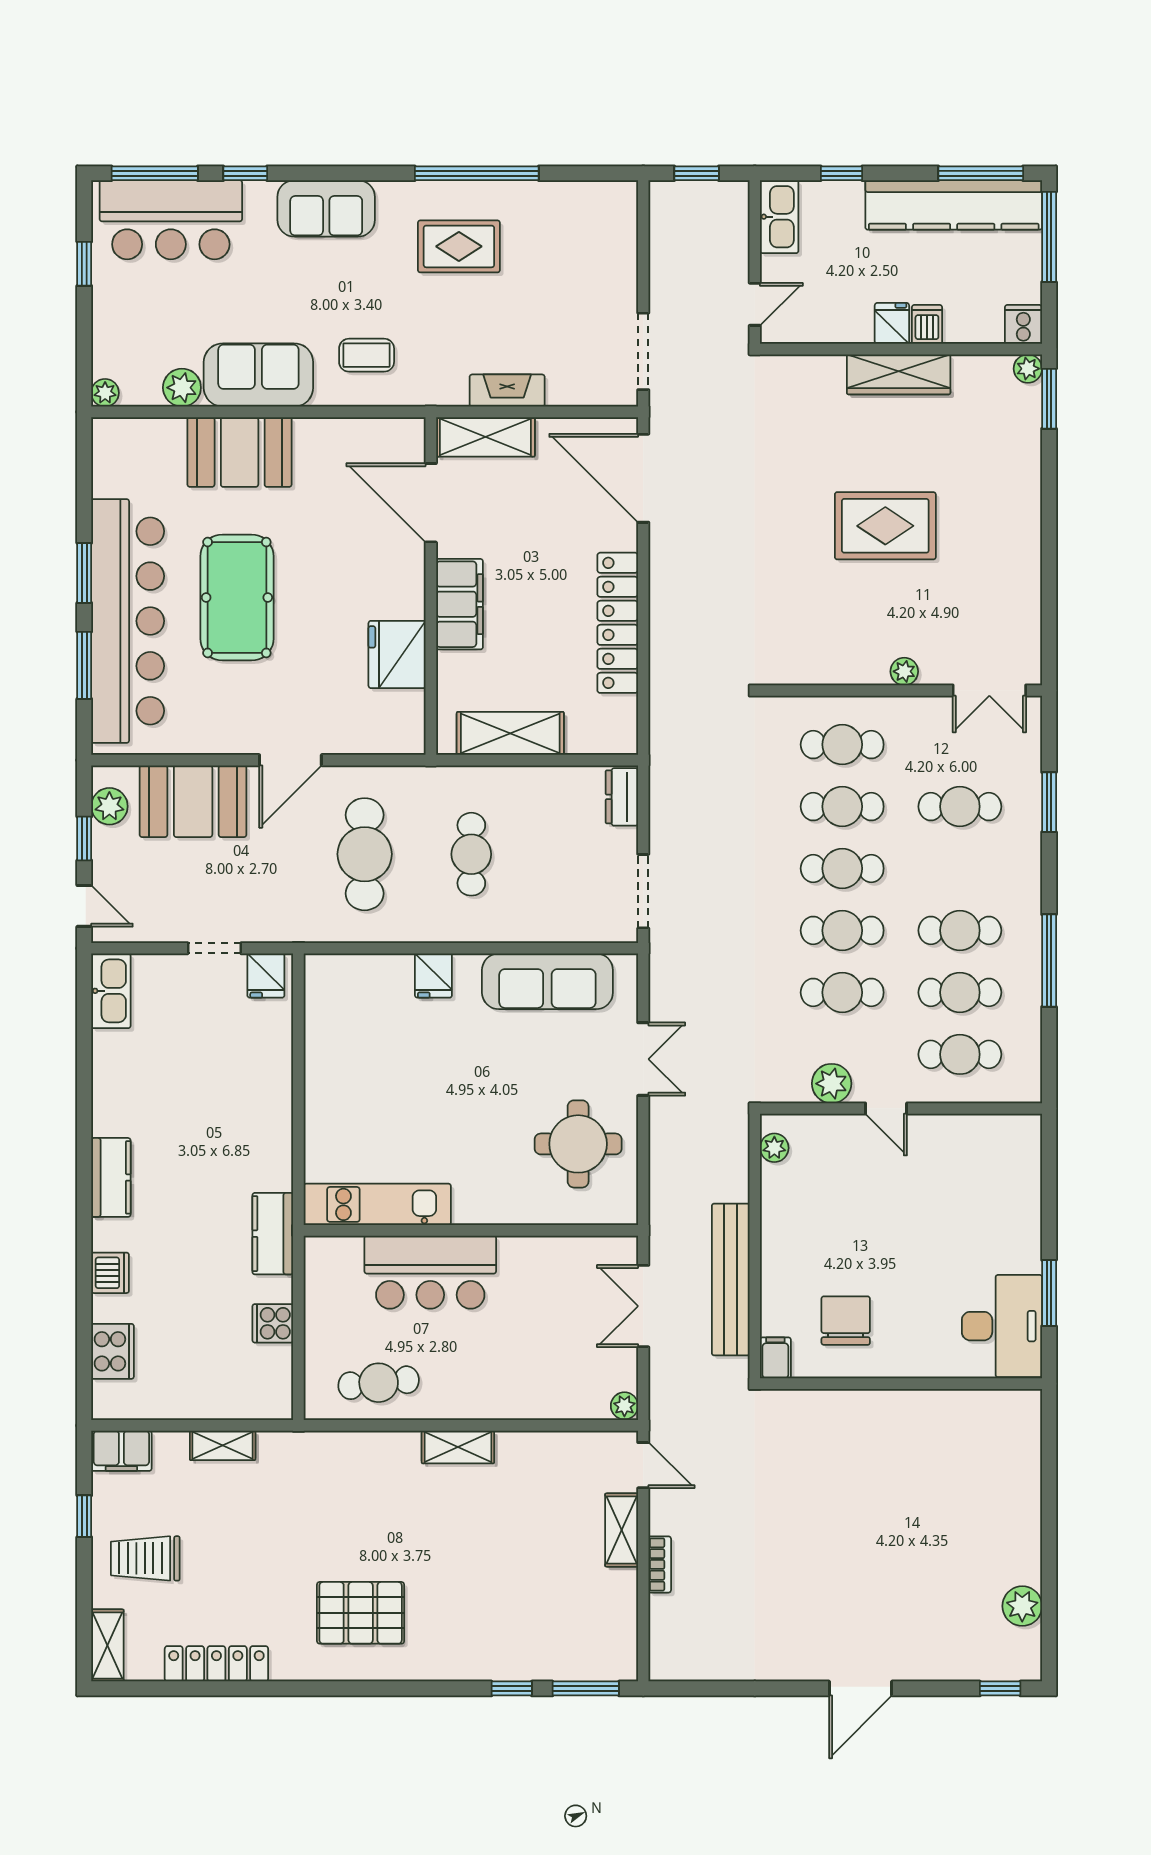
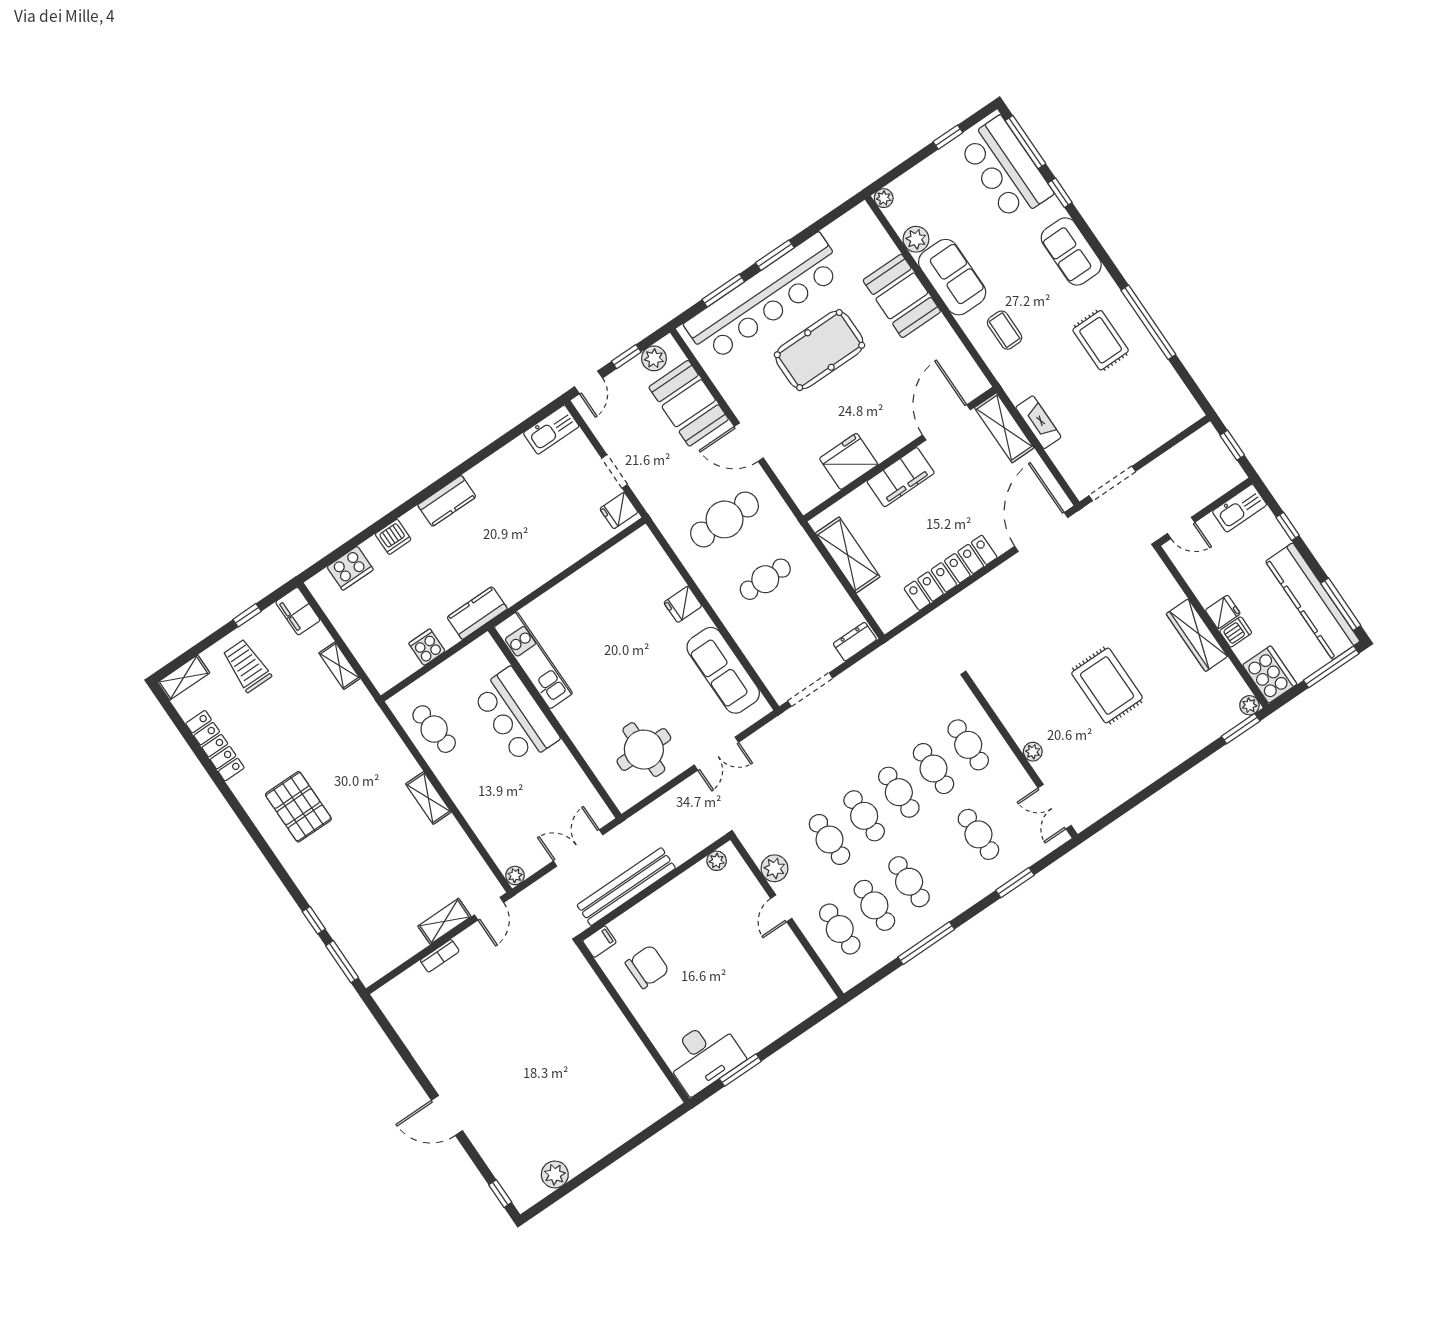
cooker: (1023, 324) -> (1270, 675), width x1.87, depth x1.31

